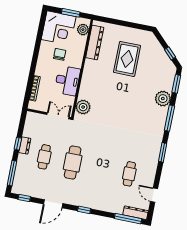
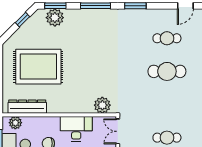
rug: (127, 59) -> (38, 67), width x1.37, depth x1.44
plant: (163, 99) -> (55, 18), moved
cafe table: (73, 162) -> (167, 71), moved

